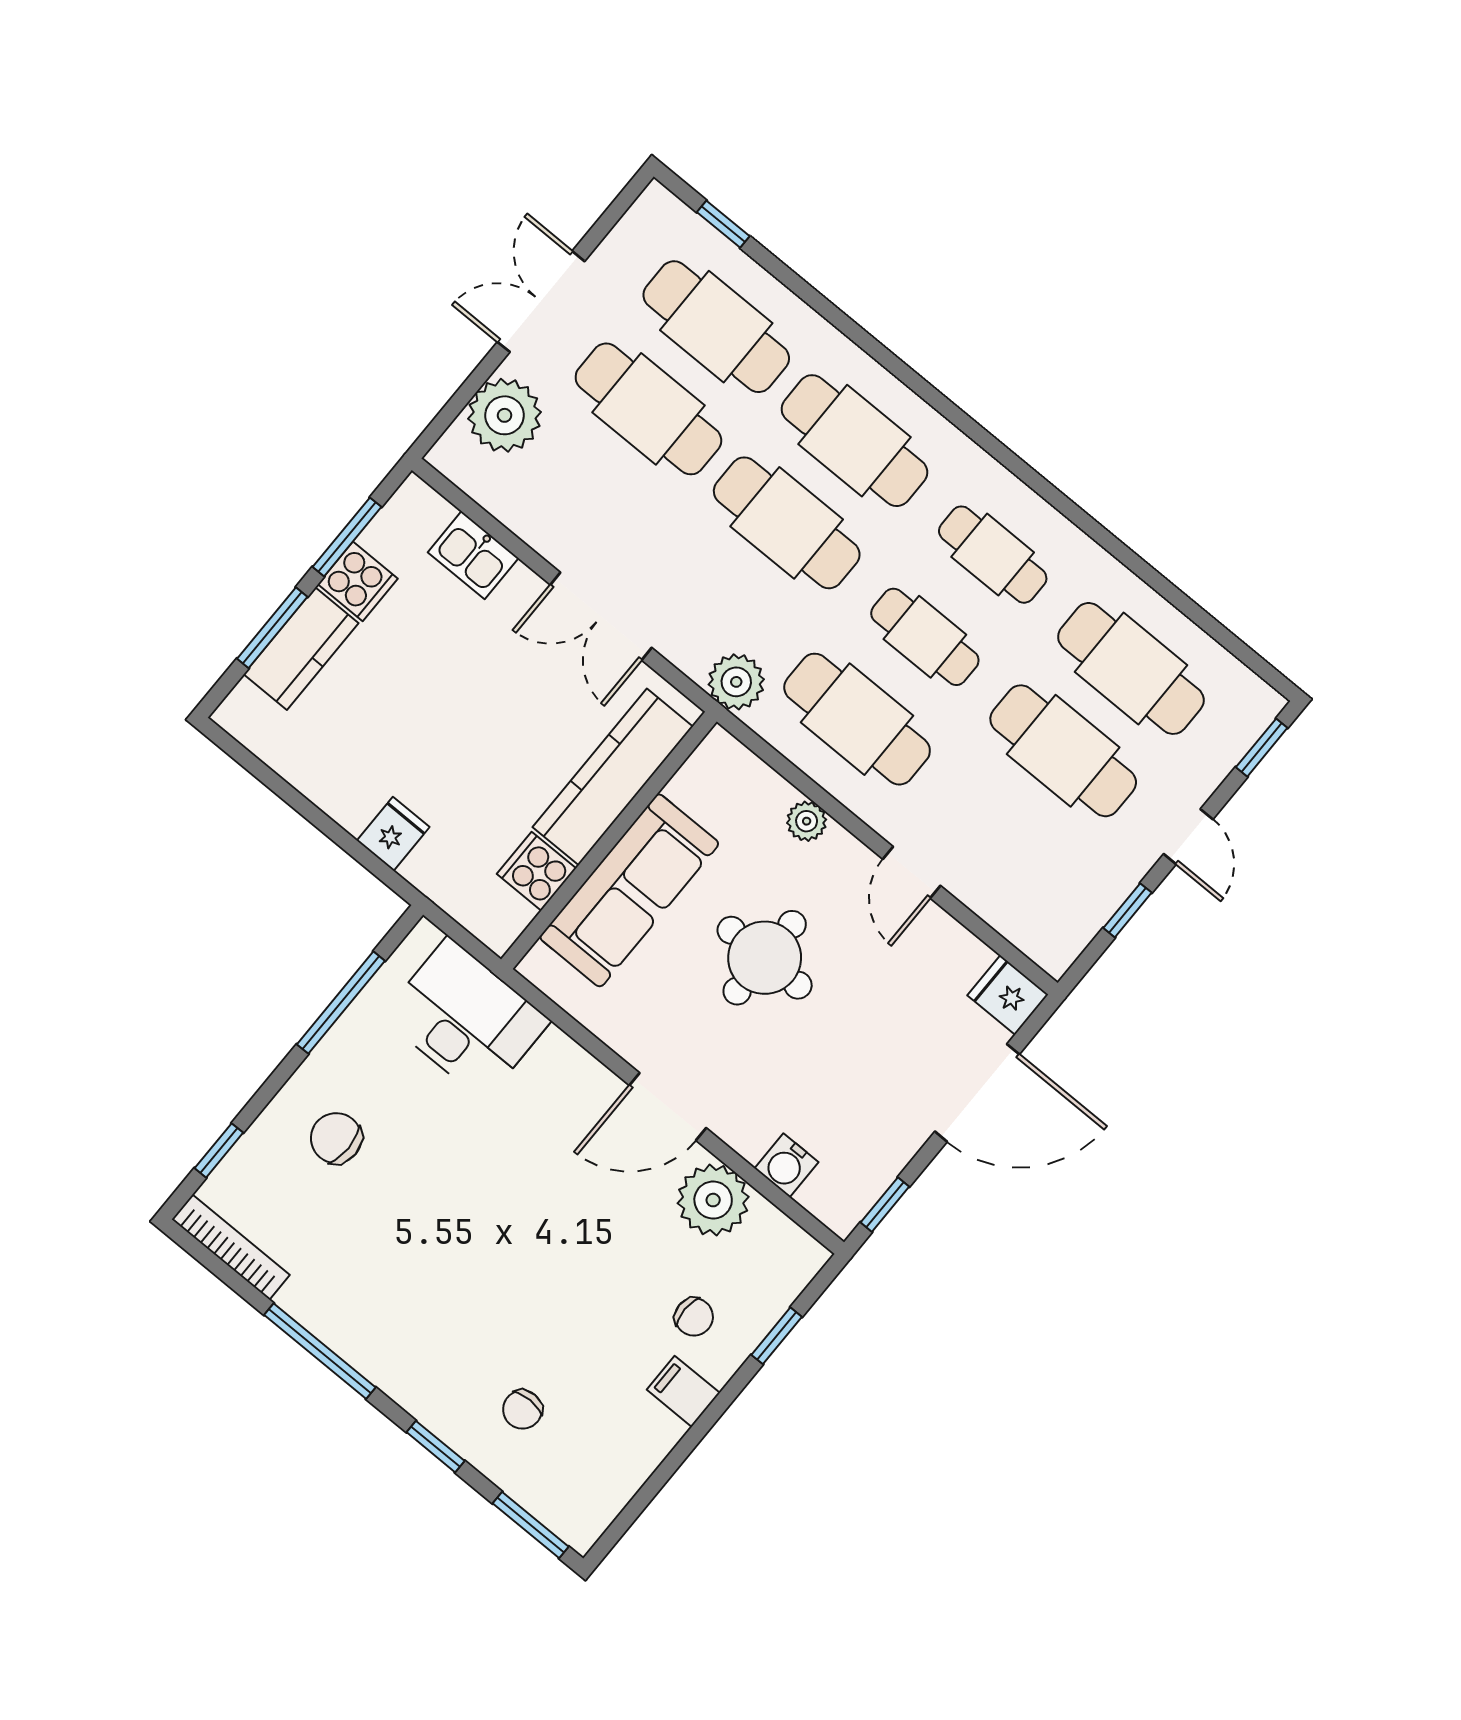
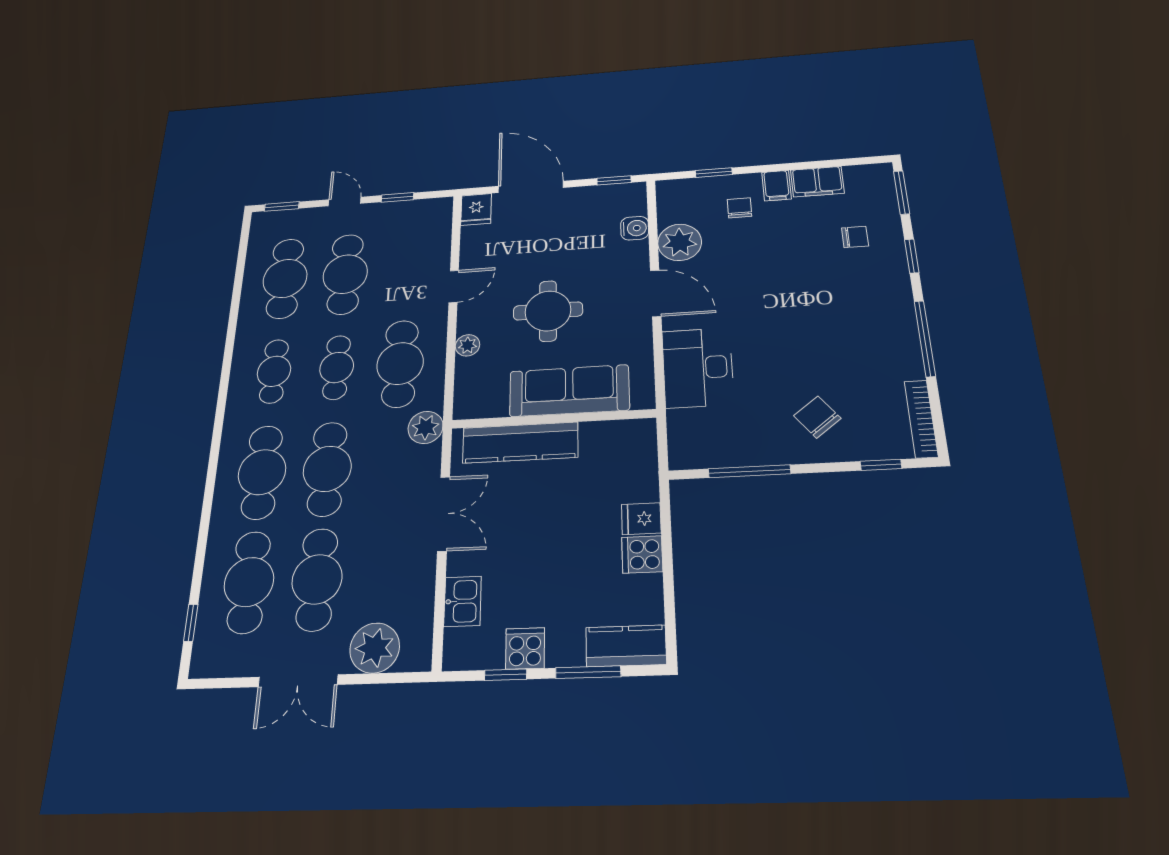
window: (347, 537) -> (506, 675), width x0.67
kitchen counter: (301, 649) -> (626, 646), moved
door: (1188, 837) -> (345, 202), hinge flipped
cooker: (536, 871) -> (642, 554), moved, turned 90
desk: (466, 1019) -> (698, 368), moved
chair: (336, 1138) -> (817, 417), turned 142
filing cabinet: (642, 1444) -> (817, 182), added

